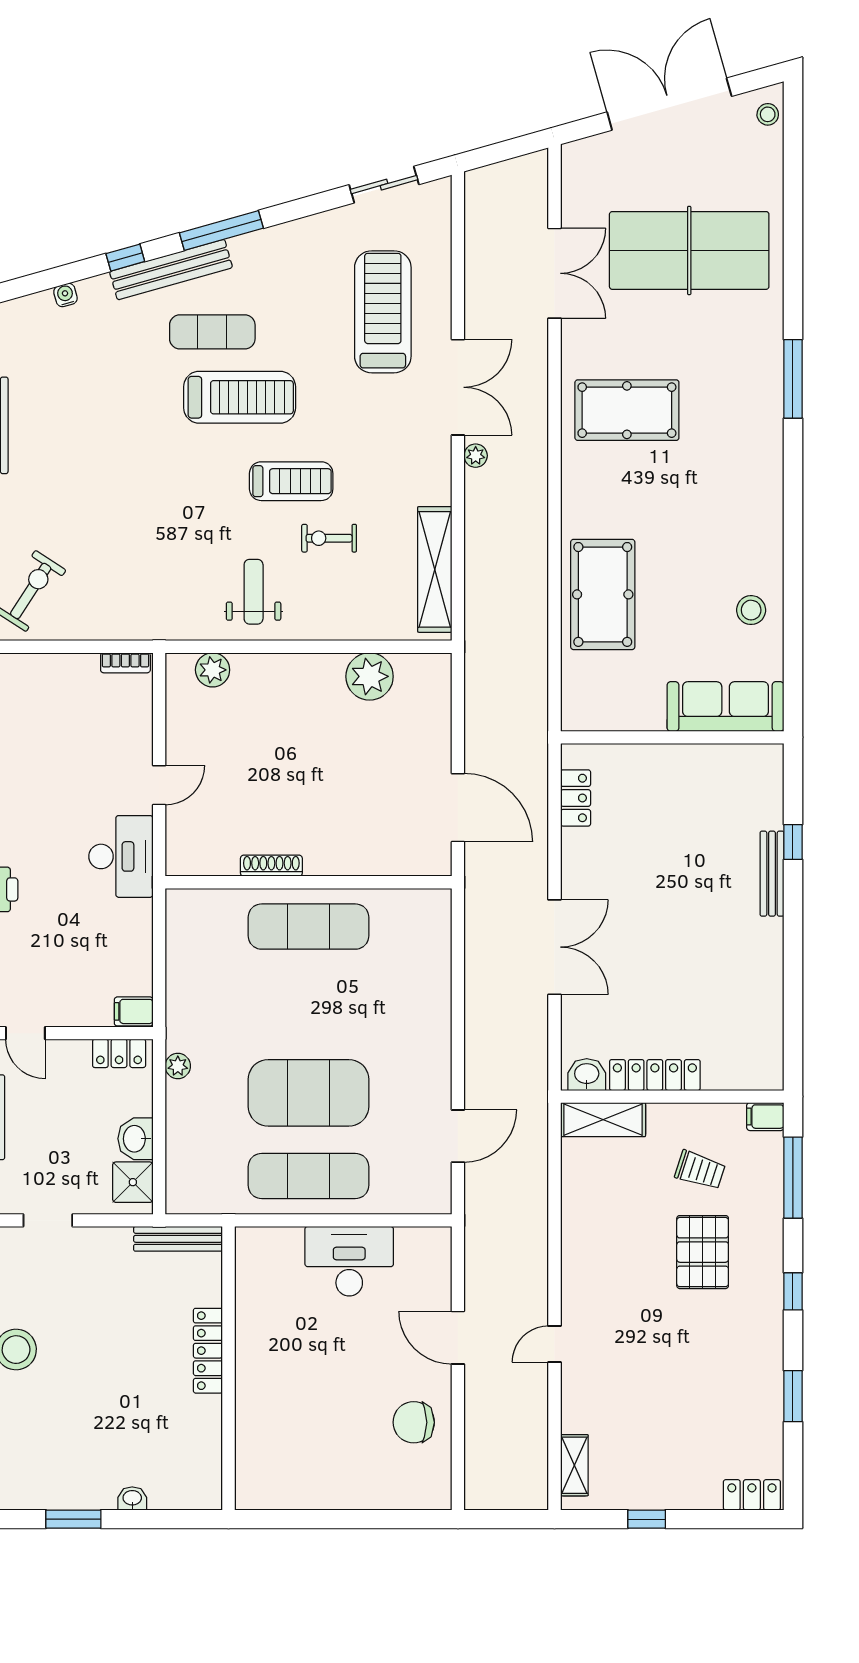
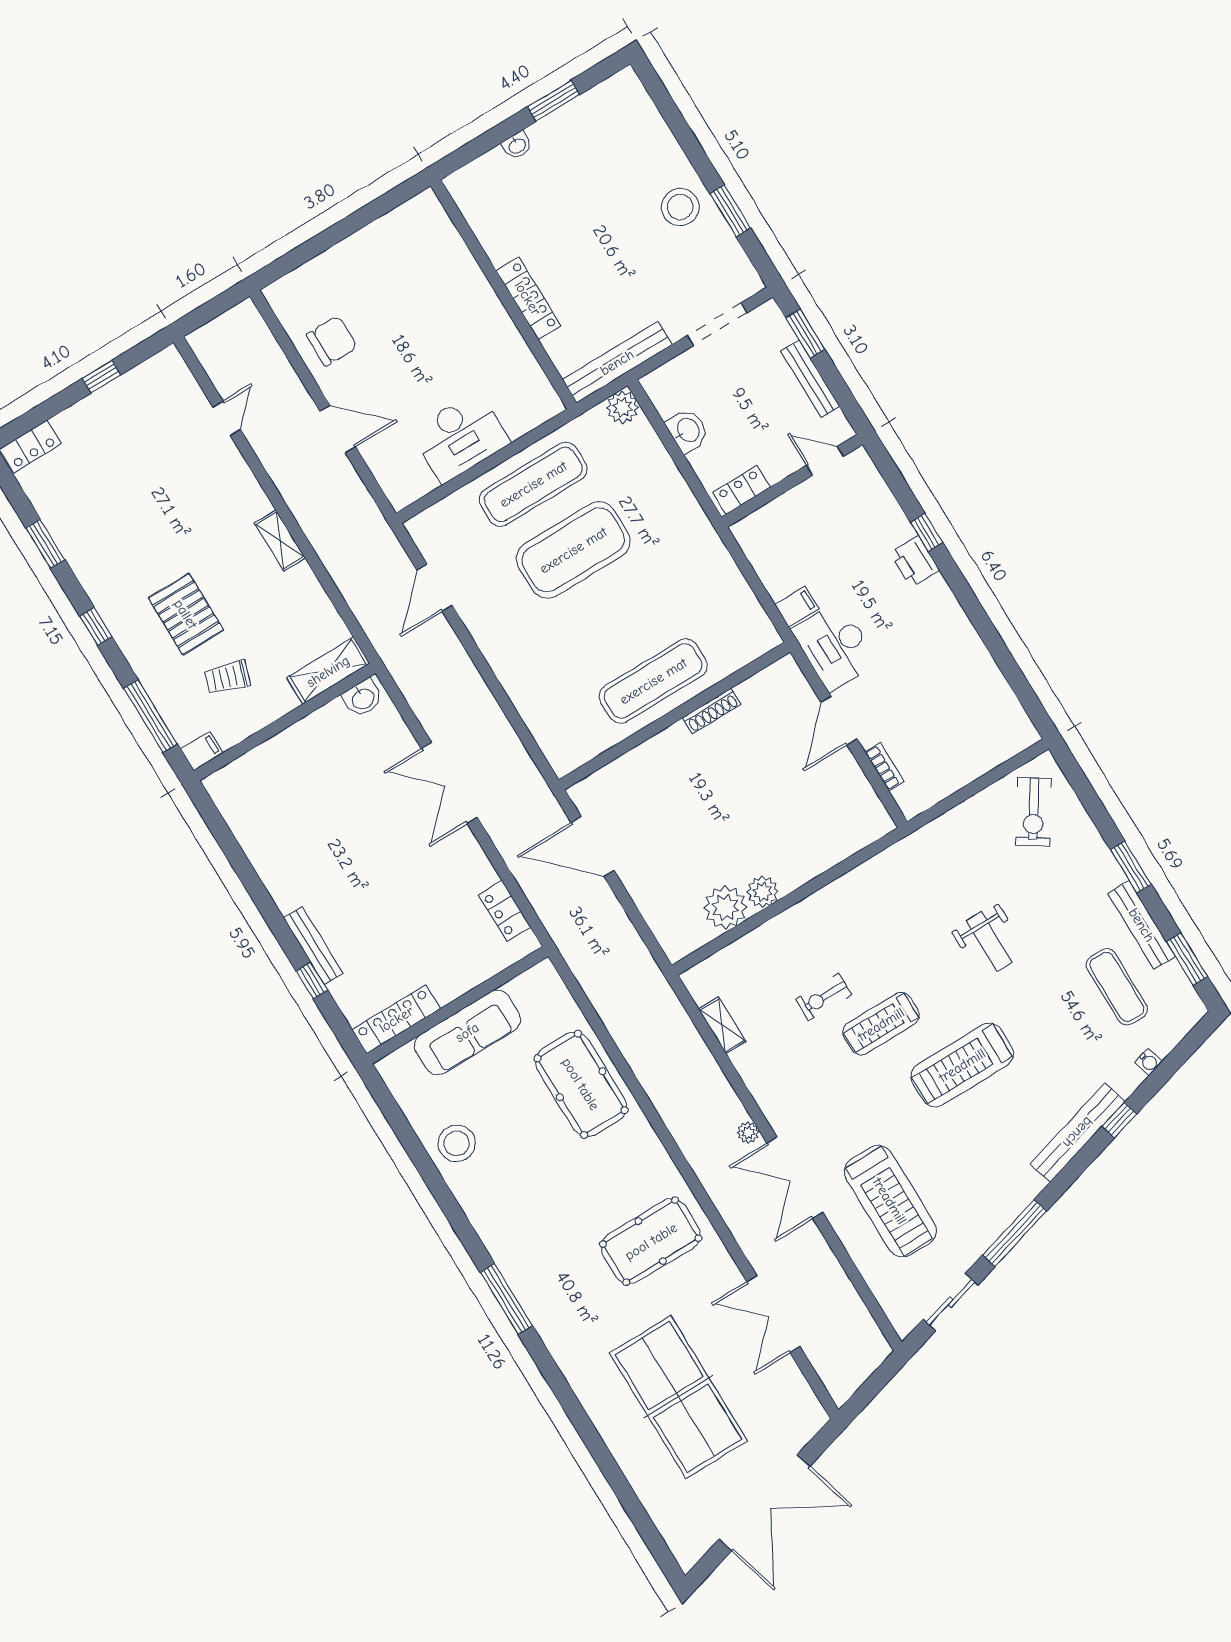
stool: (768, 114) -> (682, 1542), removed
window: (221, 230) -> (1014, 1233), moved
table tennis table: (689, 250) -> (678, 1397), turned 90
exercise mat: (212, 332) -> (1117, 987), moved, turned 90
window: (793, 379) -> (506, 1299), moved
exercise bike: (329, 538) -> (824, 997), turned 180
shelving: (435, 569) -> (722, 1025), width x0.45, depth x0.75
weight bench: (254, 592) -> (989, 941), moved
stool: (751, 610) -> (457, 1143), width x1.38, depth x1.38
bookcase: (125, 663) -> (884, 767), moved, turned 90
plant: (213, 670) -> (763, 892), moved
sofa: (726, 707) -> (467, 1032), moved
door: (159, 785) -> (839, 721), width x1.38
filing cabinet: (134, 1011) -> (797, 607), moved
plant: (178, 1066) -> (622, 407), moved, width x1.38, depth x1.38
locker: (655, 1075) -> (396, 1019), moved, turned 180
shower: (133, 1182) -> (669, 395), removed
doorway: (48, 1220) -> (717, 324), width x1.38
bench: (178, 1239) -> (617, 362), width x1.37, depth x1.21
door: (554, 1344) -> (227, 418), moved
shelving: (574, 1465) -> (280, 540), moved

